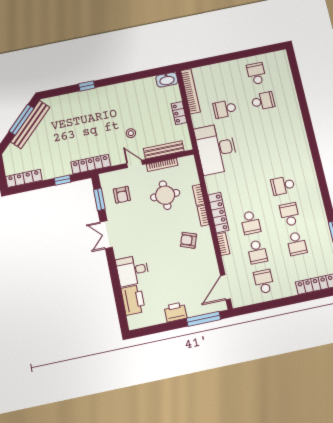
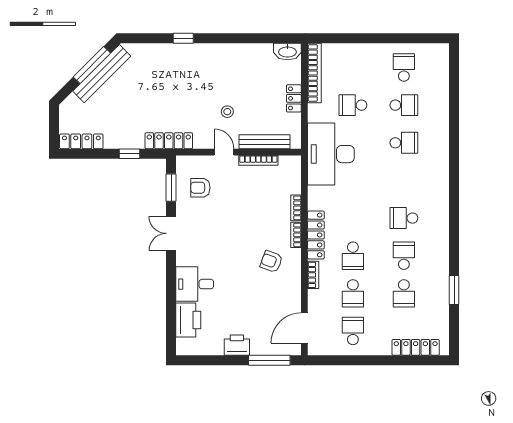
school desk: (270, 129) -> (404, 143), added
armchair: (122, 195) -> (200, 188), turned 90
round table: (165, 195) -> (254, 199), removed

